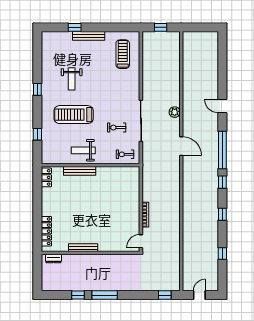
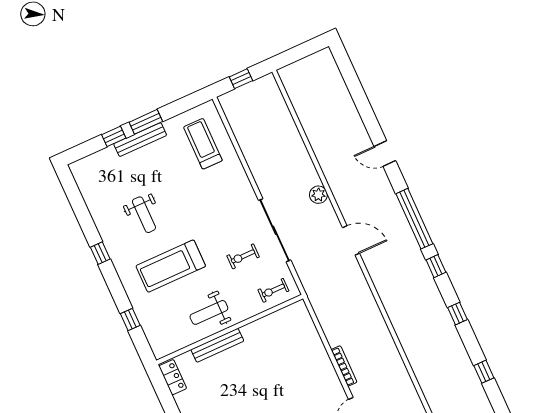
window: (96, 27) -> (146, 122), added

